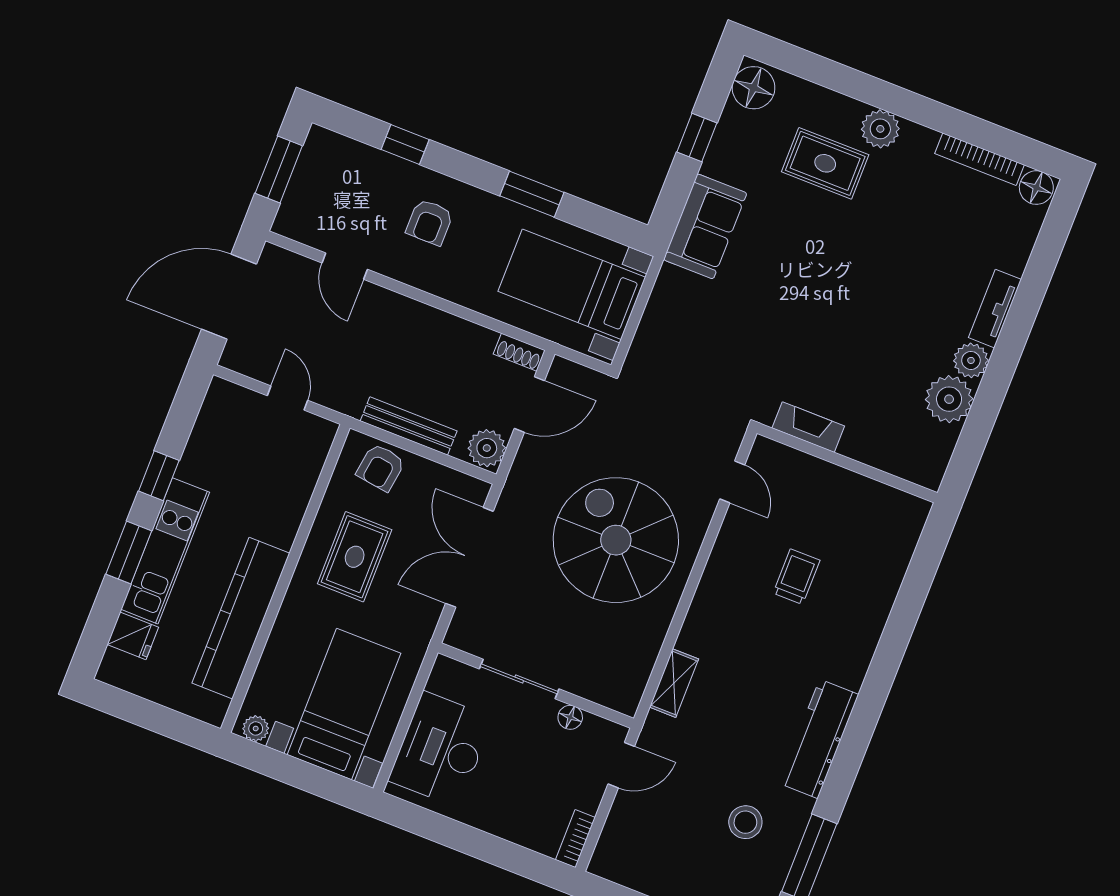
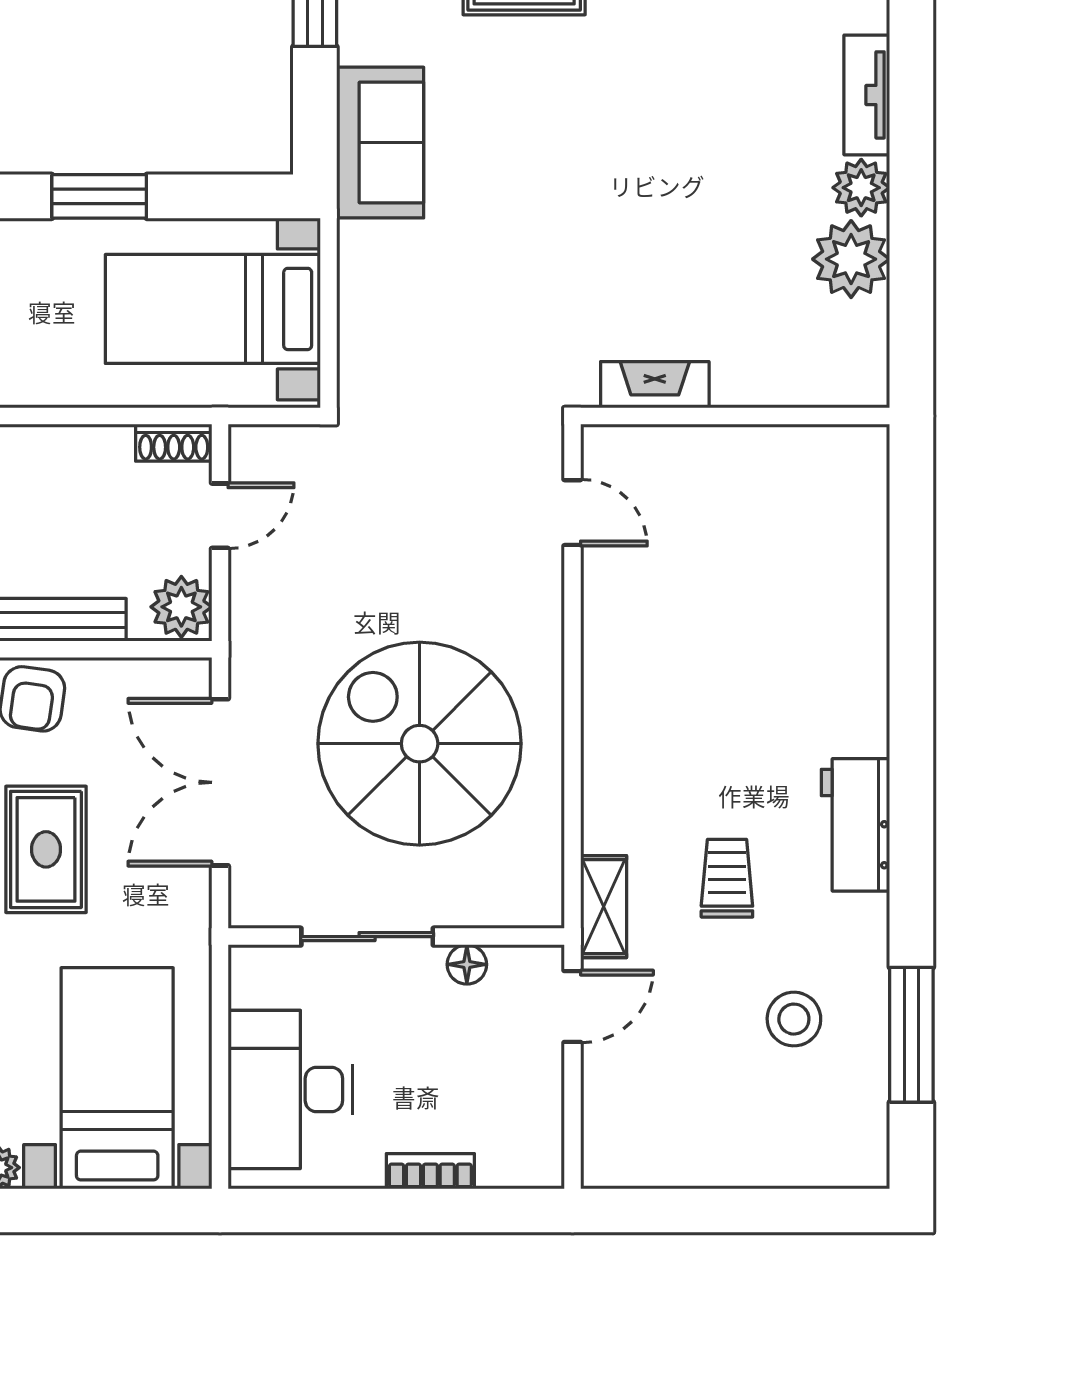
door: (529, 404) -> (220, 516), width x0.73
spiral stairs: (616, 540) -> (420, 744), moved
trolley: (797, 577) -> (727, 878), moved
shelving: (674, 683) -> (604, 907), moved
workbench: (819, 739) -> (855, 825), width x0.73
bookcase: (575, 839) -> (430, 1171), moved, turned 90

